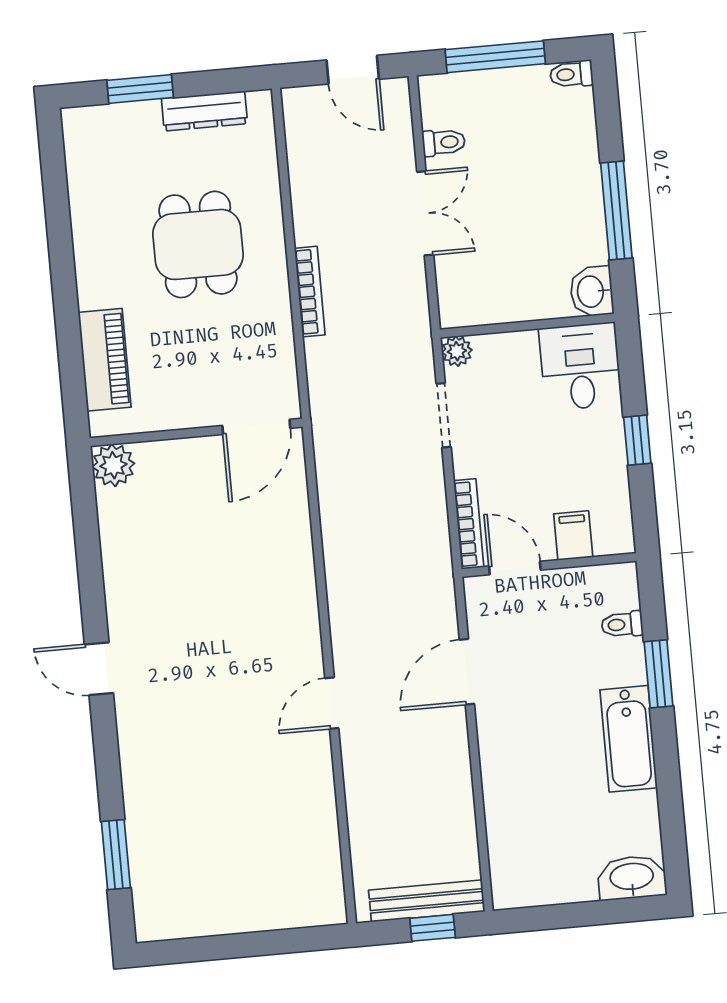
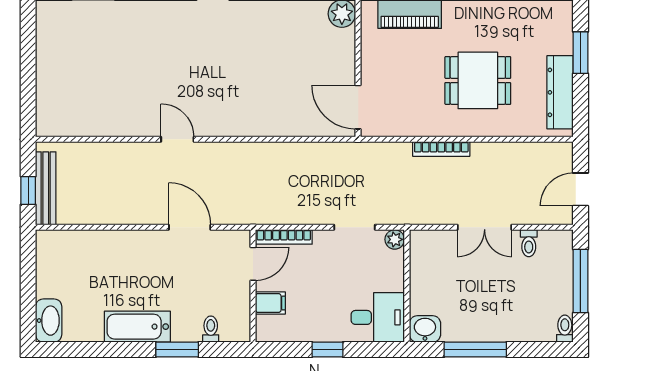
dresser: (204, 111) -> (560, 92), width x1.37, depth x1.24

